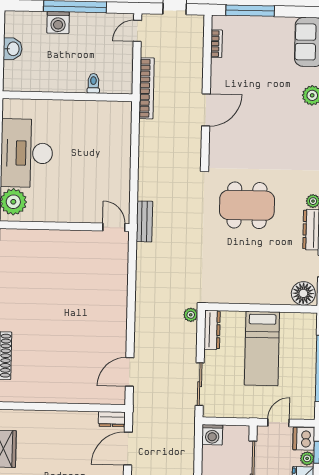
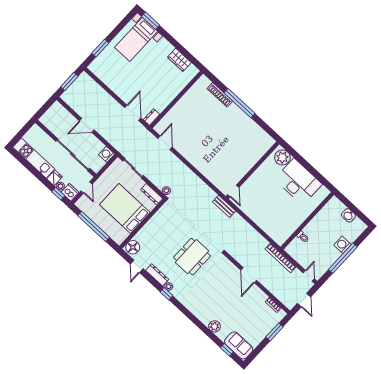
window: (250, 11) -> (274, 332), width x0.69
door: (114, 227) -> (233, 191), hinge flipped
bed: (262, 349) -> (125, 209), width x1.50

